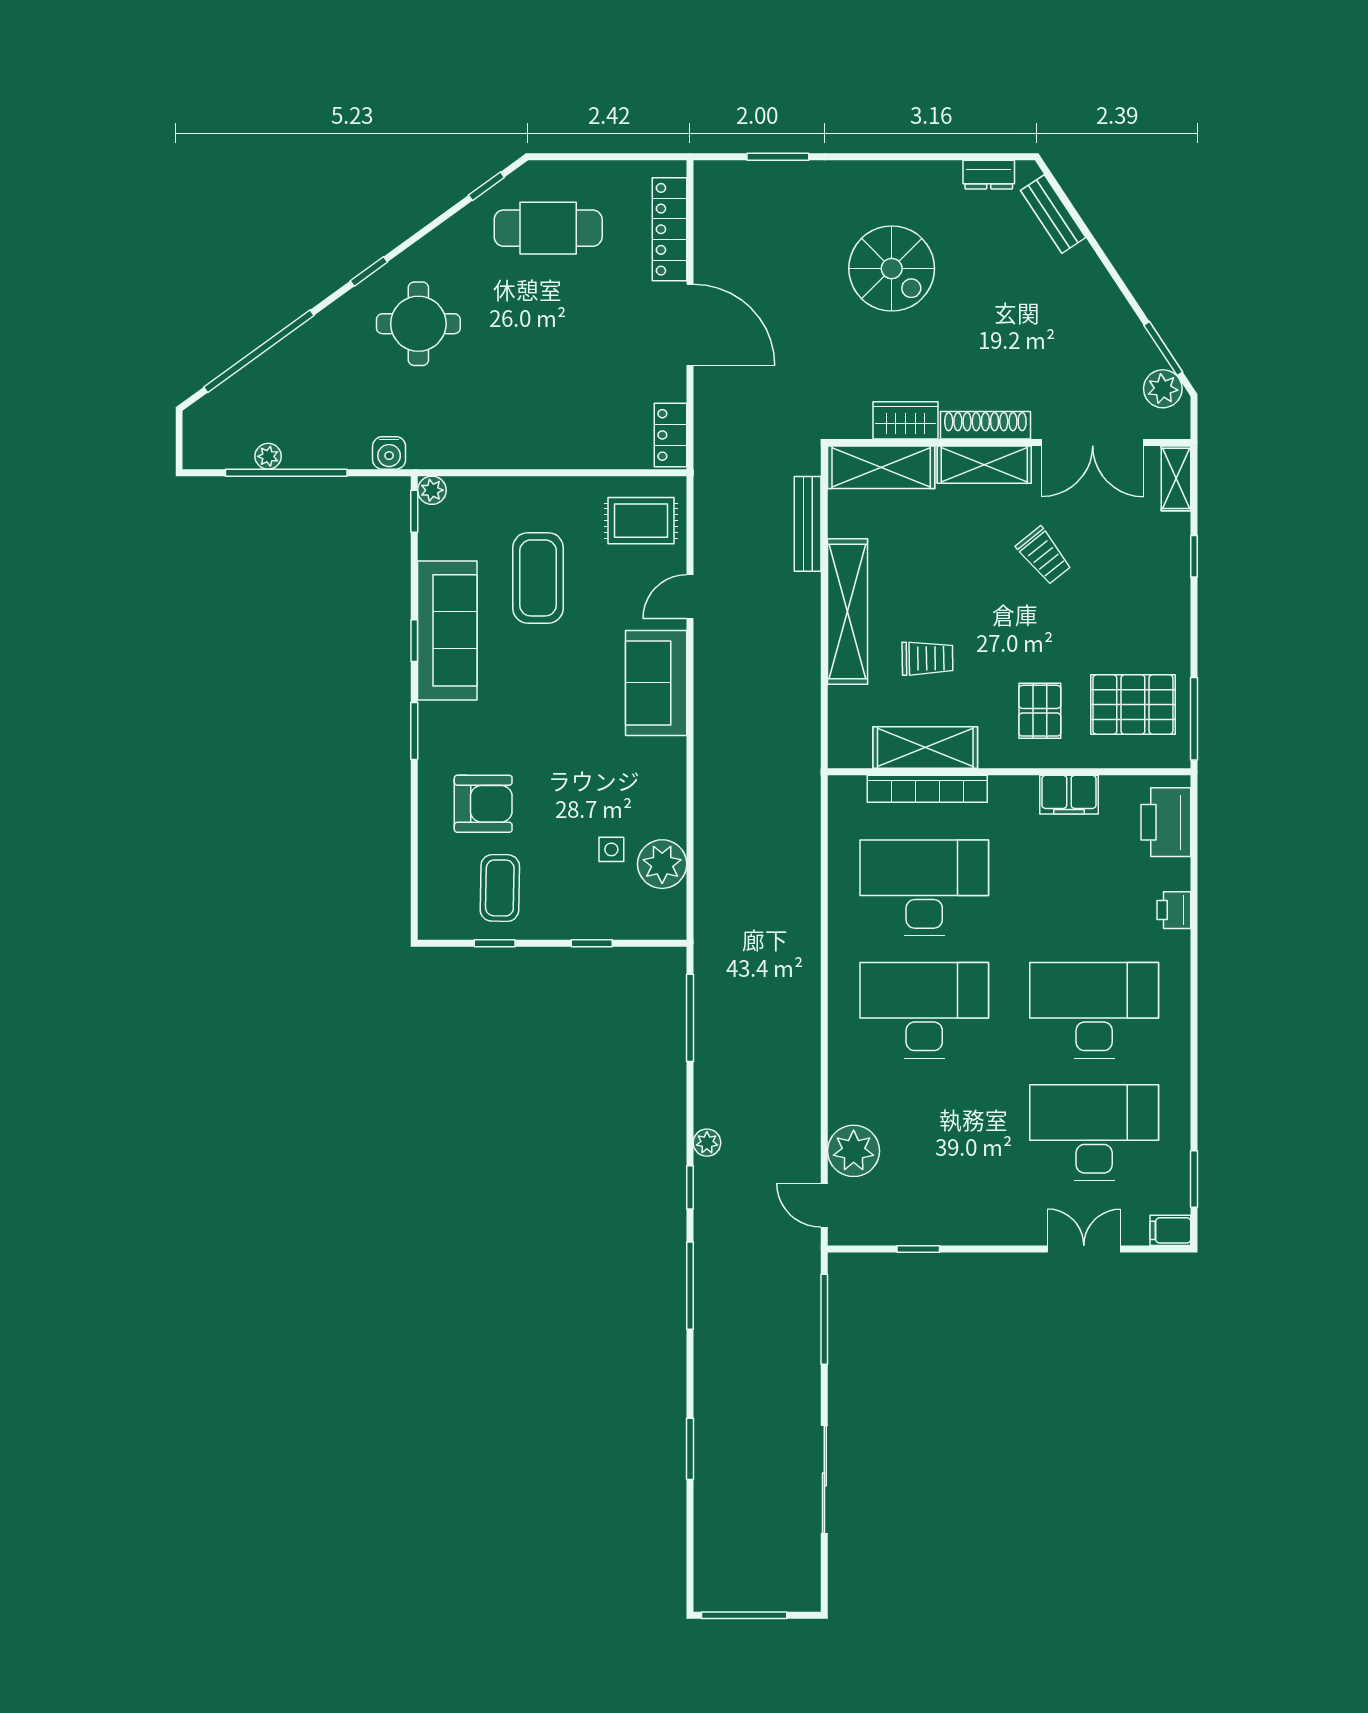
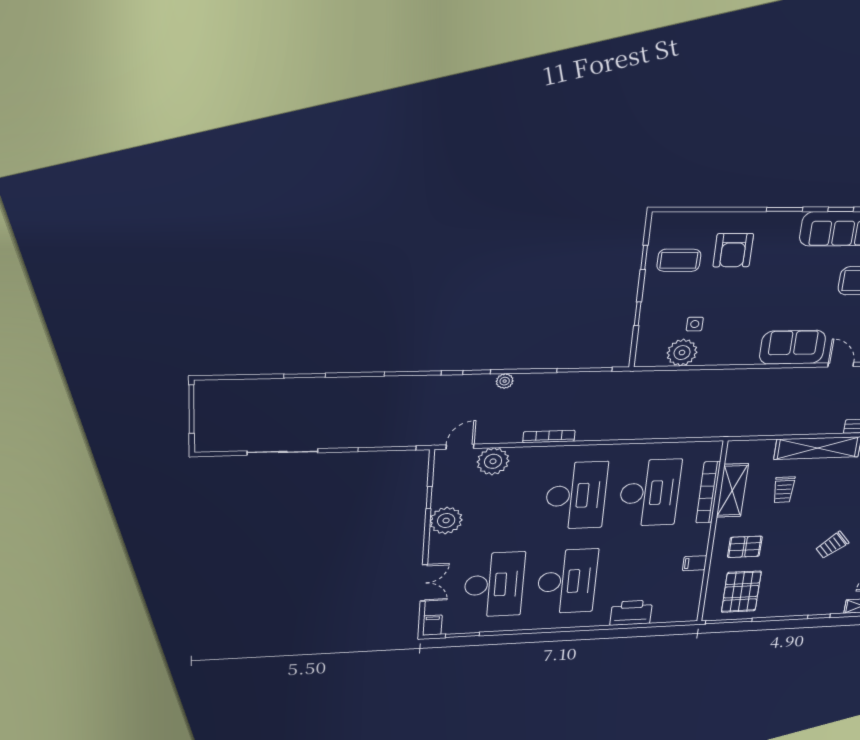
filing cabinet: (1069, 795) -> (695, 563), width x0.50
printer: (1166, 822) -> (672, 611), removed
printer: (1174, 910) -> (631, 613), width x1.87, depth x1.48
bookcase: (810, 1064) -> (549, 437), added
plant: (963, 1219) -> (446, 520), added

